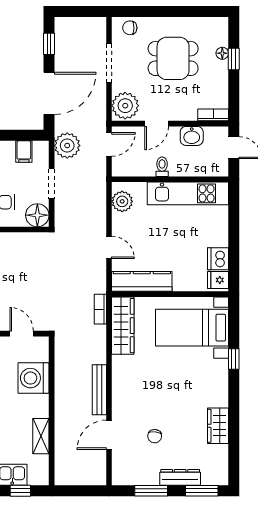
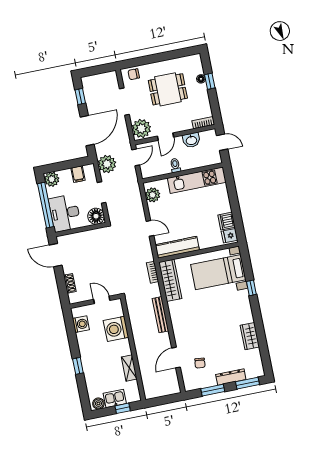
bench: (99, 390) -> (160, 315), moved
chair: (155, 436) -> (200, 363), moved

